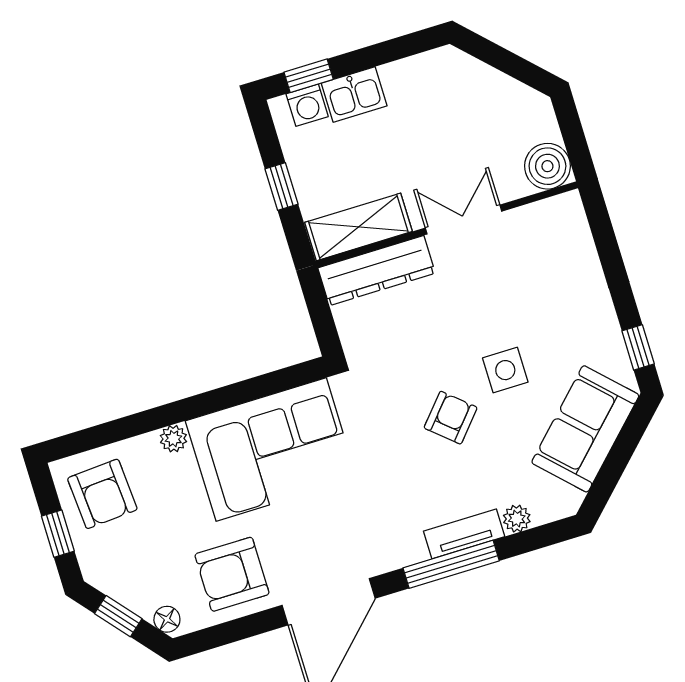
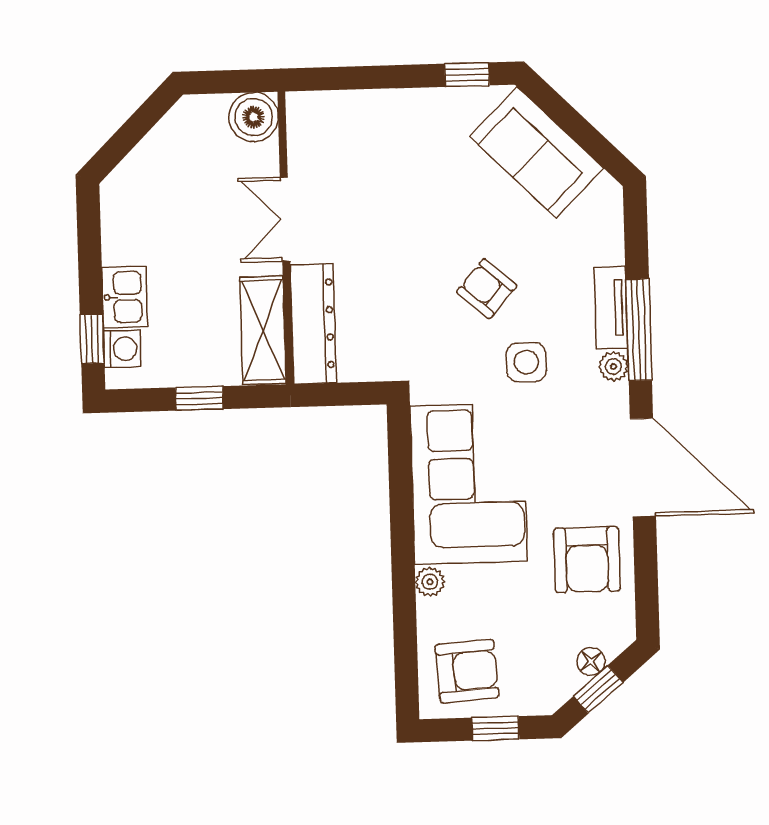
side table: (505, 370) -> (526, 362), moved
plant: (517, 519) -> (613, 367), moved
floor lamp: (167, 619) -> (591, 661), moved

